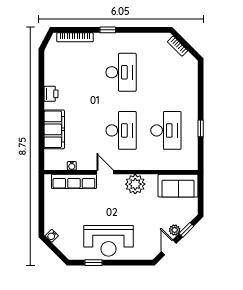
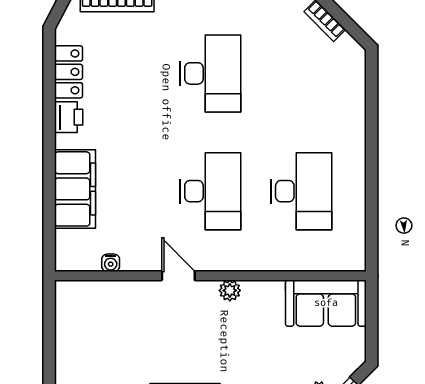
locker: (51, 72) -> (69, 72), added
window: (201, 128) -> (372, 187), removed
row of seats: (74, 181) -> (115, 294), removed
plant: (135, 184) -> (230, 290), width x0.53, depth x0.53

